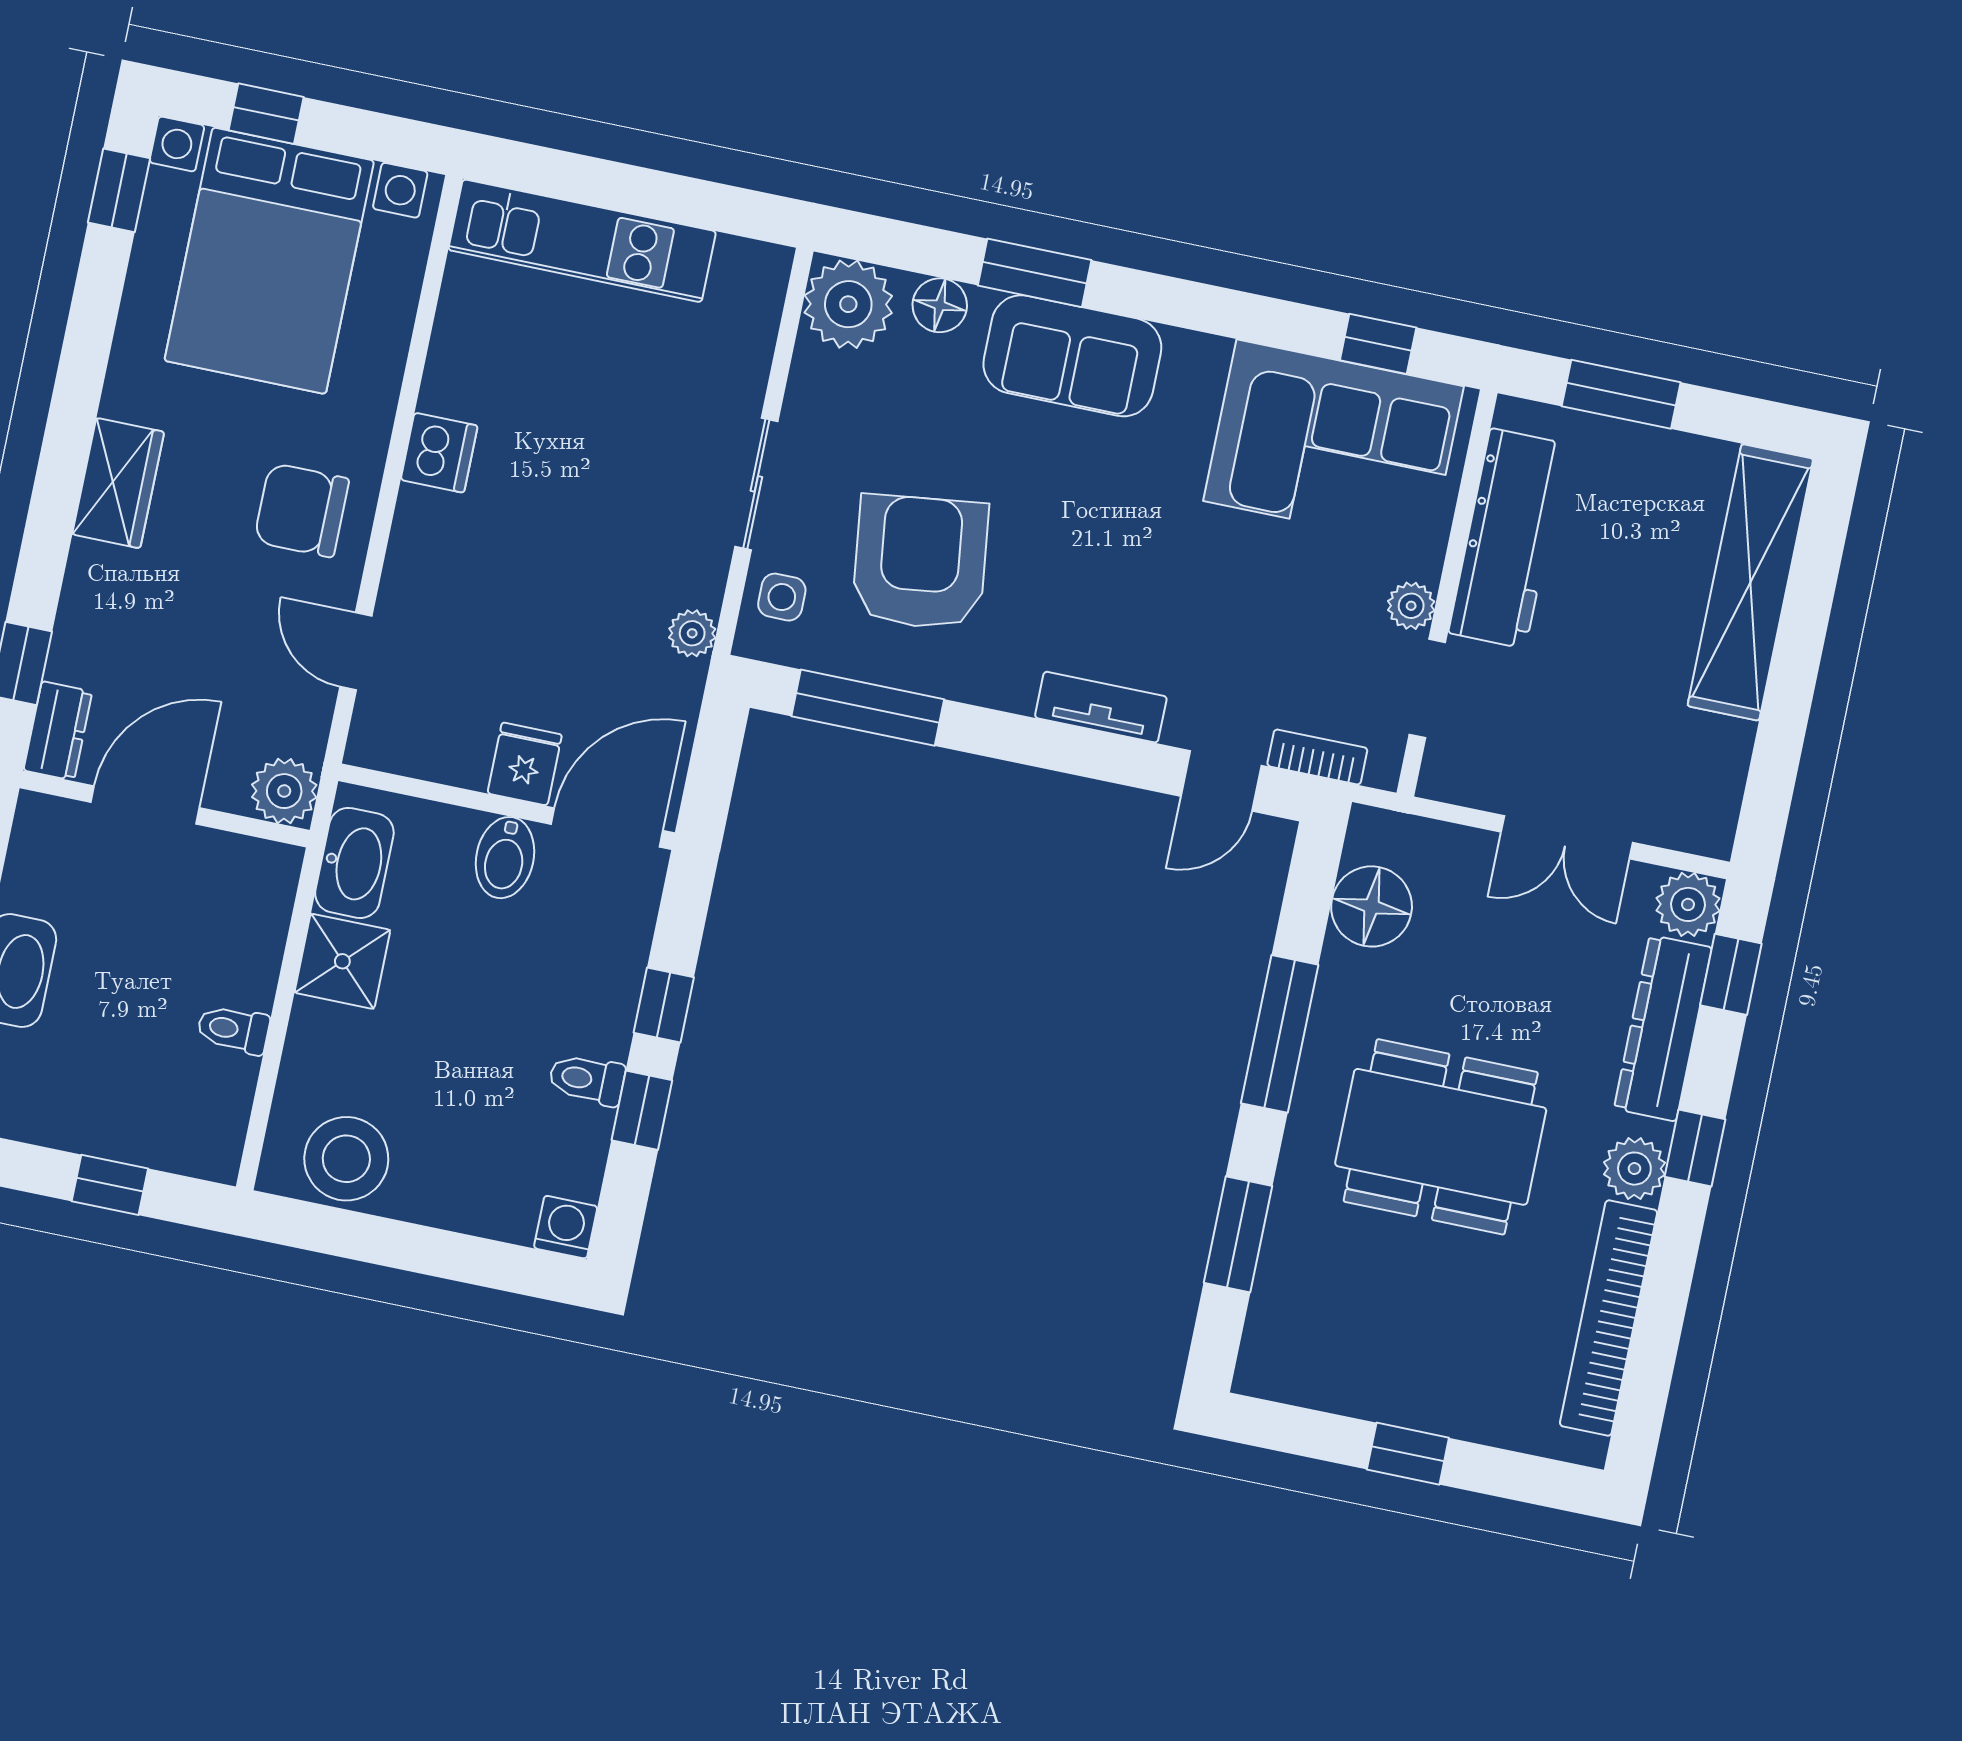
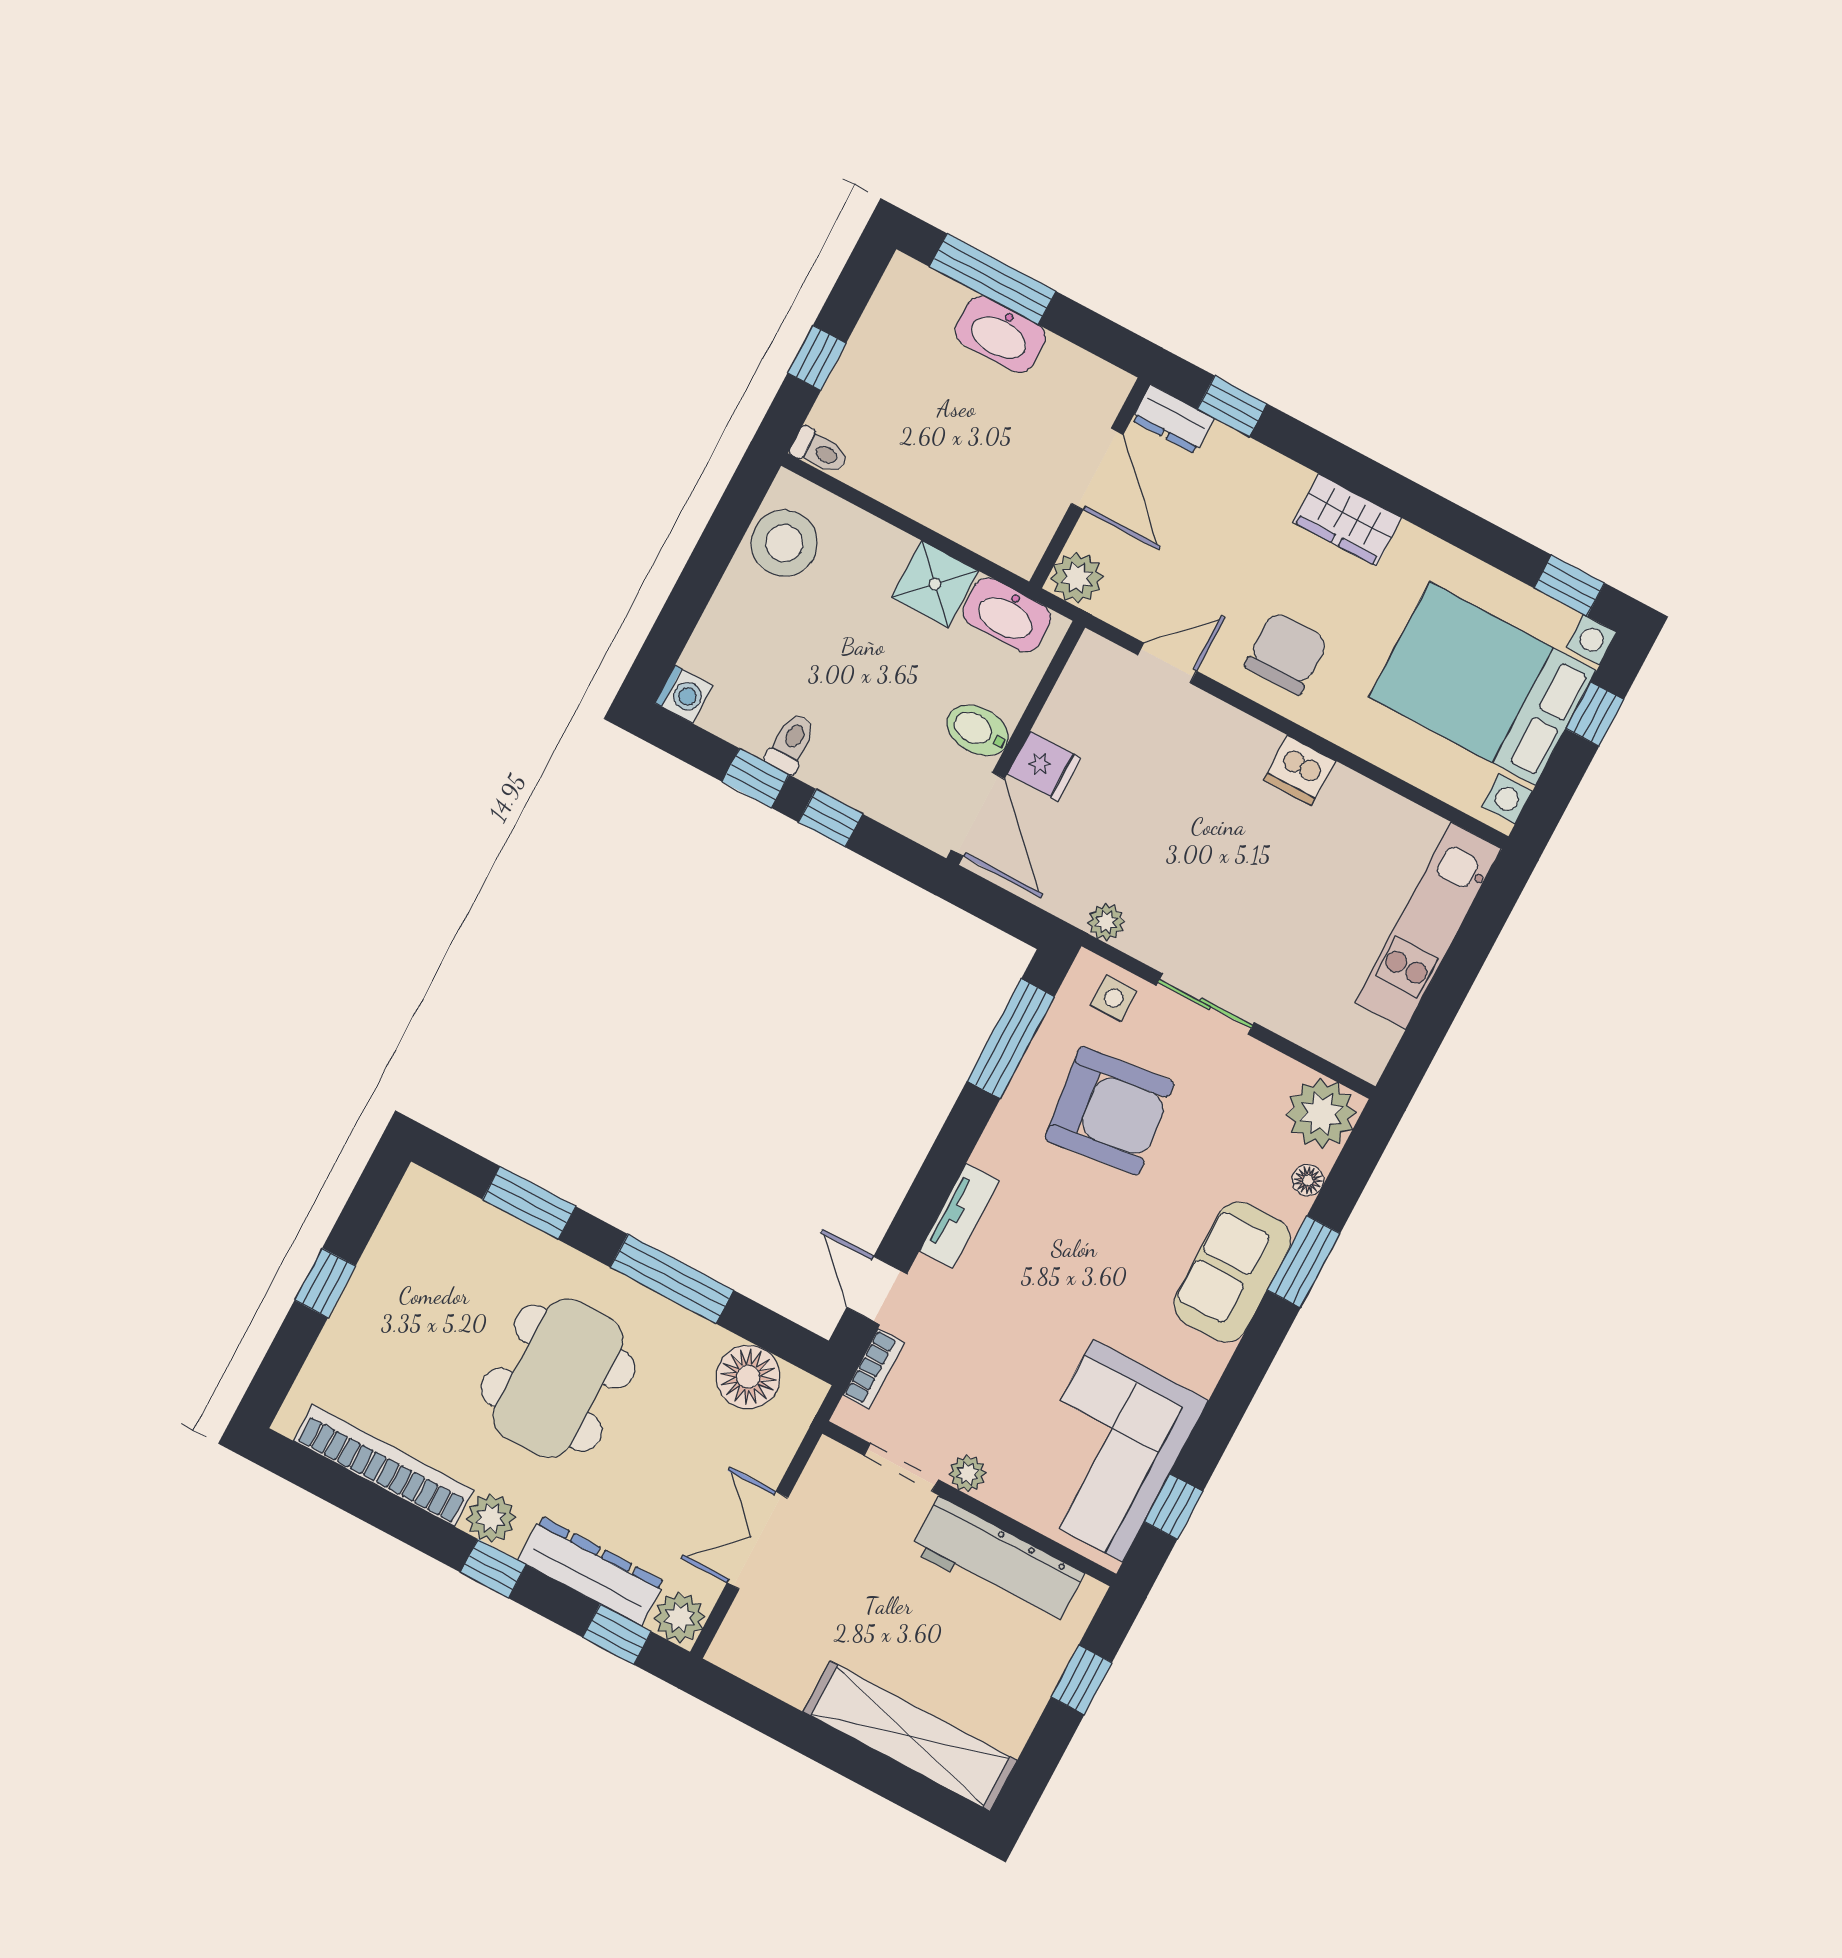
floor lamp: (940, 305) -> (1308, 1180), width x0.73, depth x0.73
window: (1621, 394) -> (1081, 1680), width x0.67
toilet: (233, 1029) -> (820, 451), moved, turned 90

